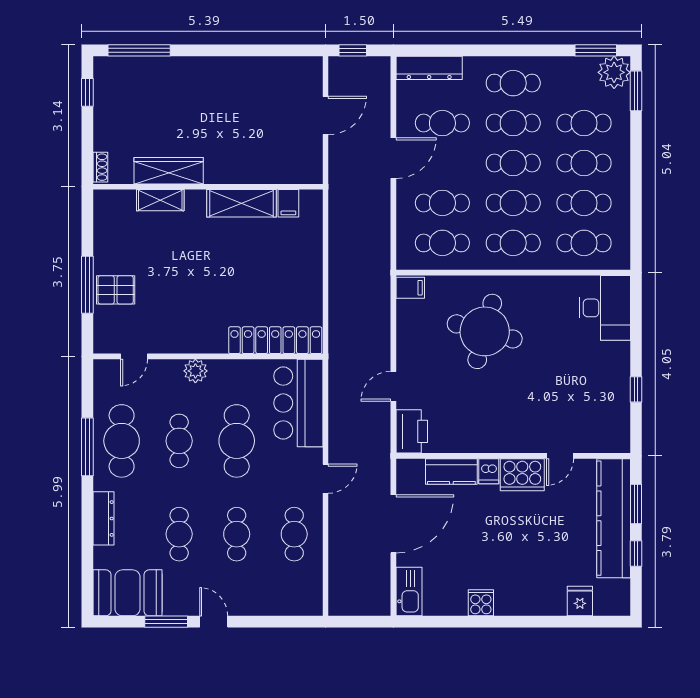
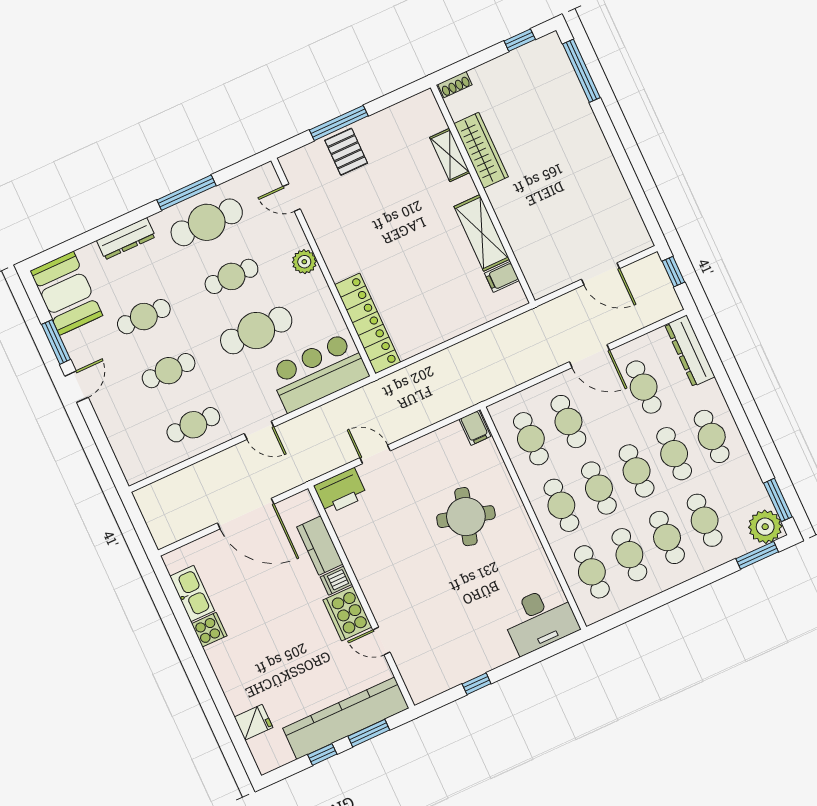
round table: (485, 331) -> (466, 517), width x0.73, depth x0.73
kitchen sink: (409, 592) -> (192, 593), moved, turned -90

